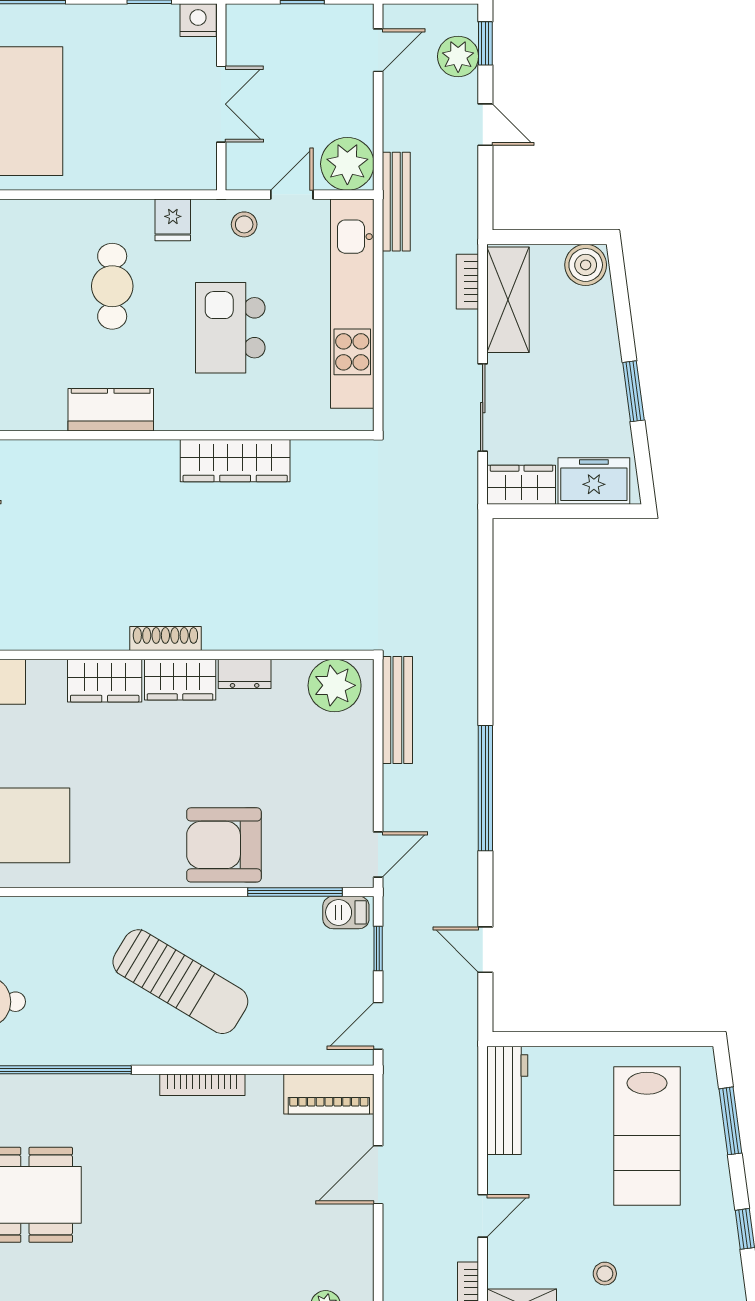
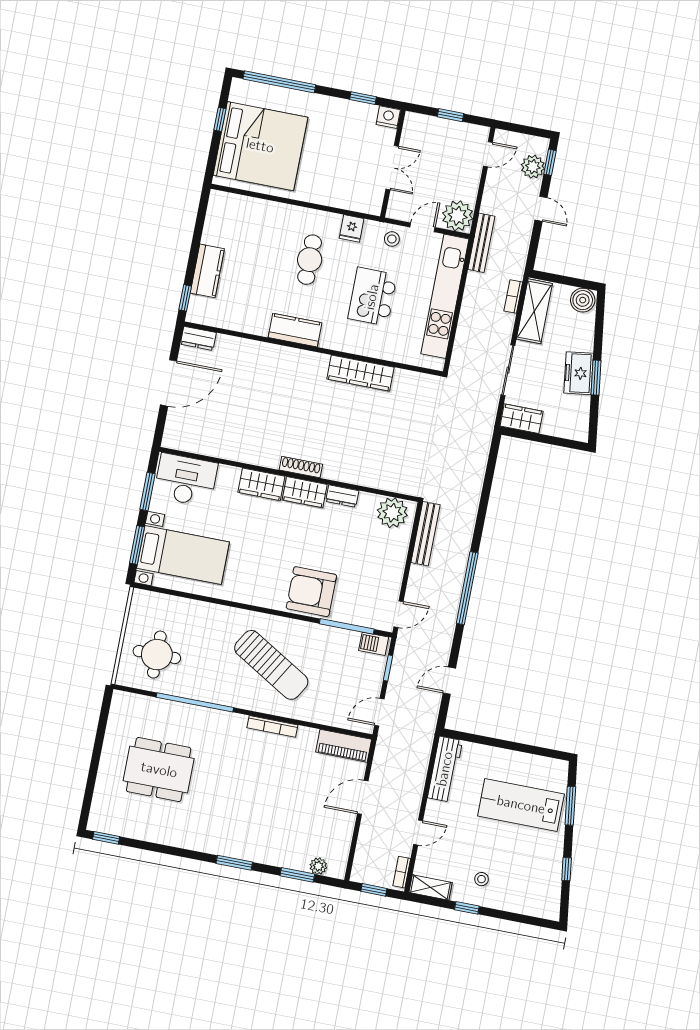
freezer: (594, 481) -> (579, 373), moved, turned -98
door: (485, 950) -> (449, 681), hinge flipped
lab bench: (647, 1136) -> (521, 805), turned 90

